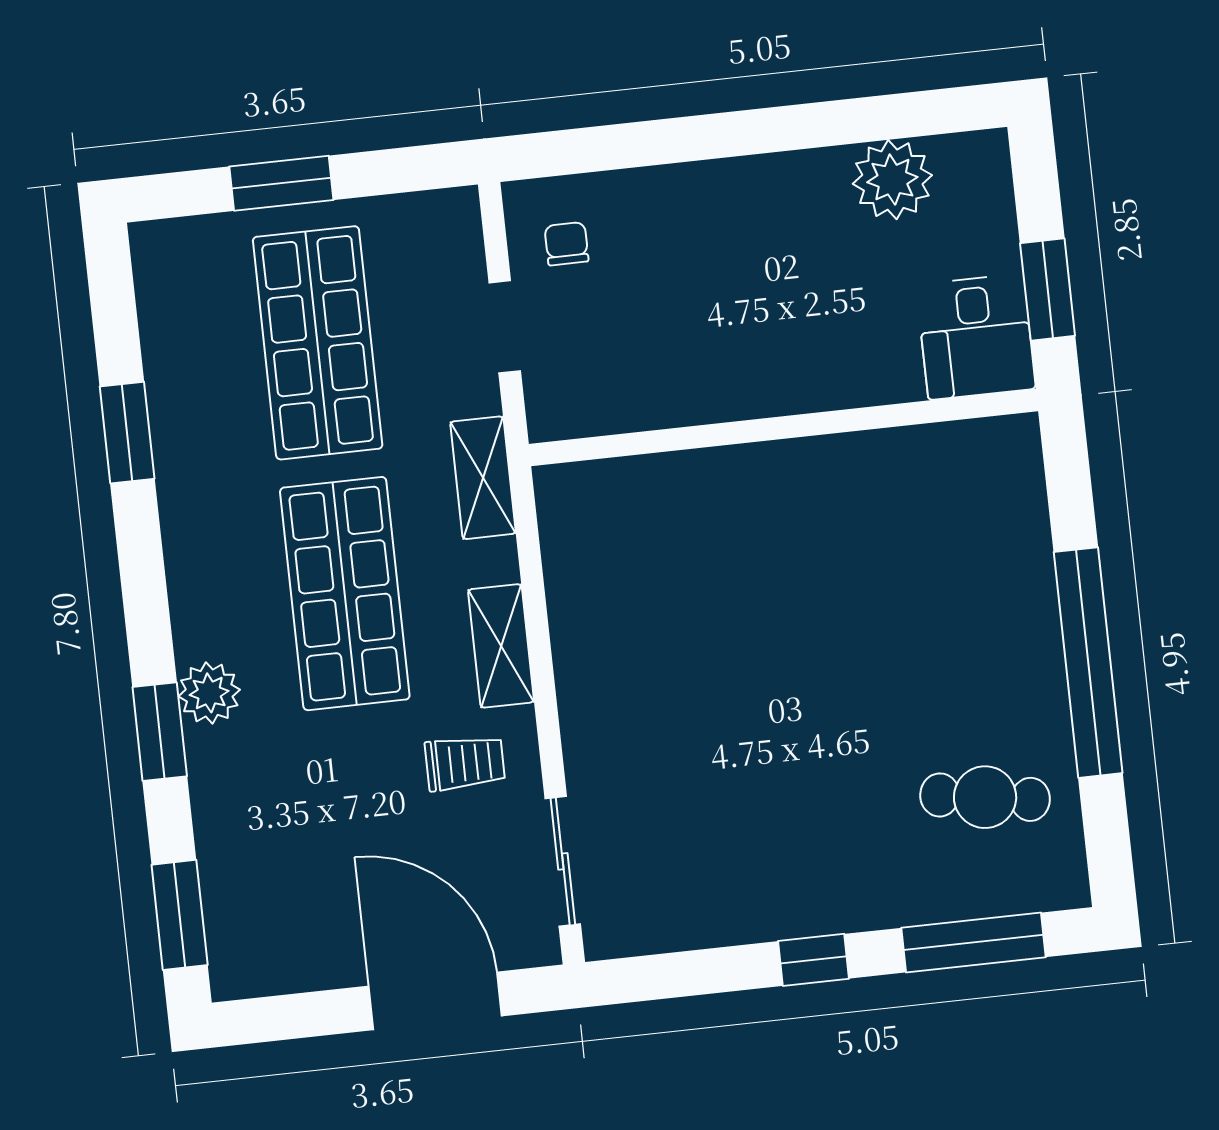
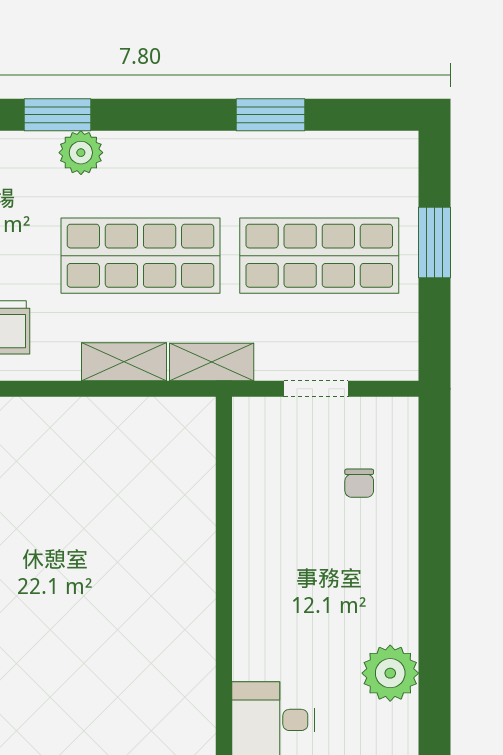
chair: (566, 244) -> (359, 483), moved, turned 90
shelving: (501, 646) -> (124, 362), moved

